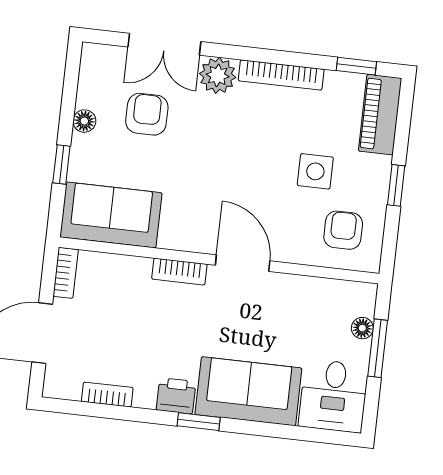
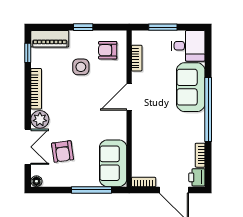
armchair: (147, 114) -> (63, 151), turned -98
floor lamp: (84, 121) -> (36, 181), moved
window: (61, 165) -> (91, 190), width x2.17
bookcase: (179, 272) -> (137, 58), moved
floor lamp: (362, 328) -> (154, 36), removed
printer: (176, 396) -> (197, 177), moved
window: (199, 422) -> (208, 109), width x3.17

